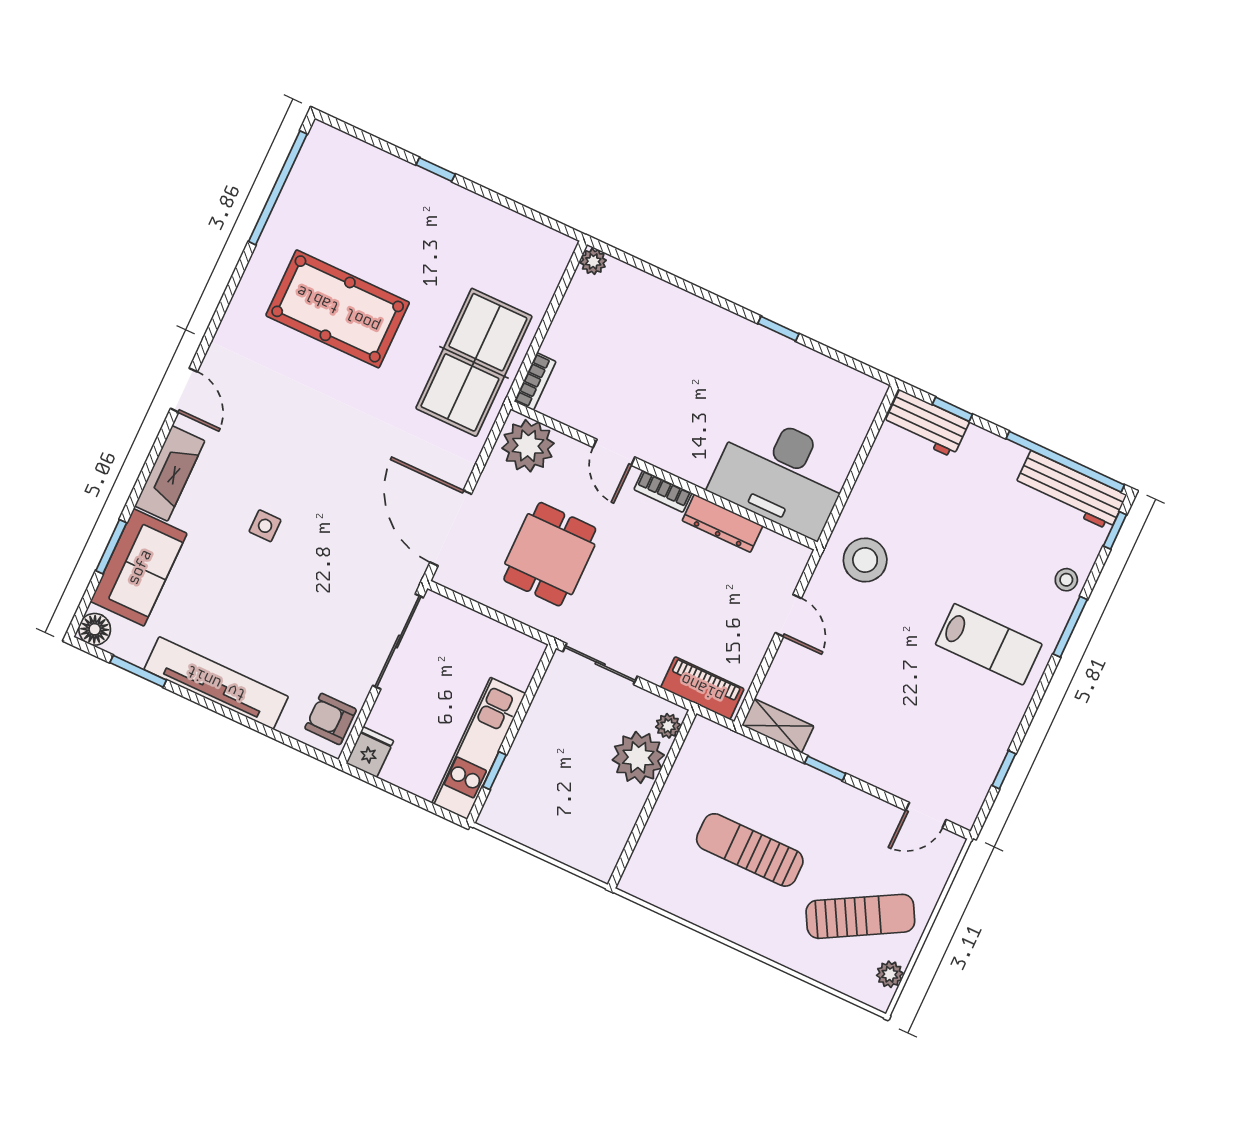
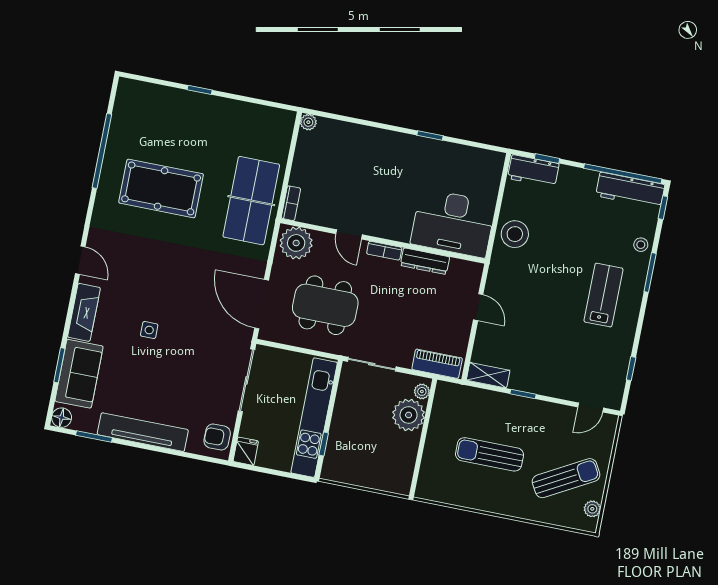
window: (278, 188) -> (102, 151), moved
dining table: (550, 554) -> (325, 305), width x1.38
stool: (865, 560) -> (515, 234), moved
lab bench: (989, 644) -> (603, 295), turned -90
kitchen unit: (479, 748) -> (314, 418), width x1.36

